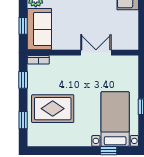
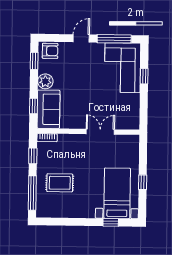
rug: (53, 109) -> (60, 183), width x0.73, depth x0.70
window: (23, 120) -> (32, 193), width x2.17

